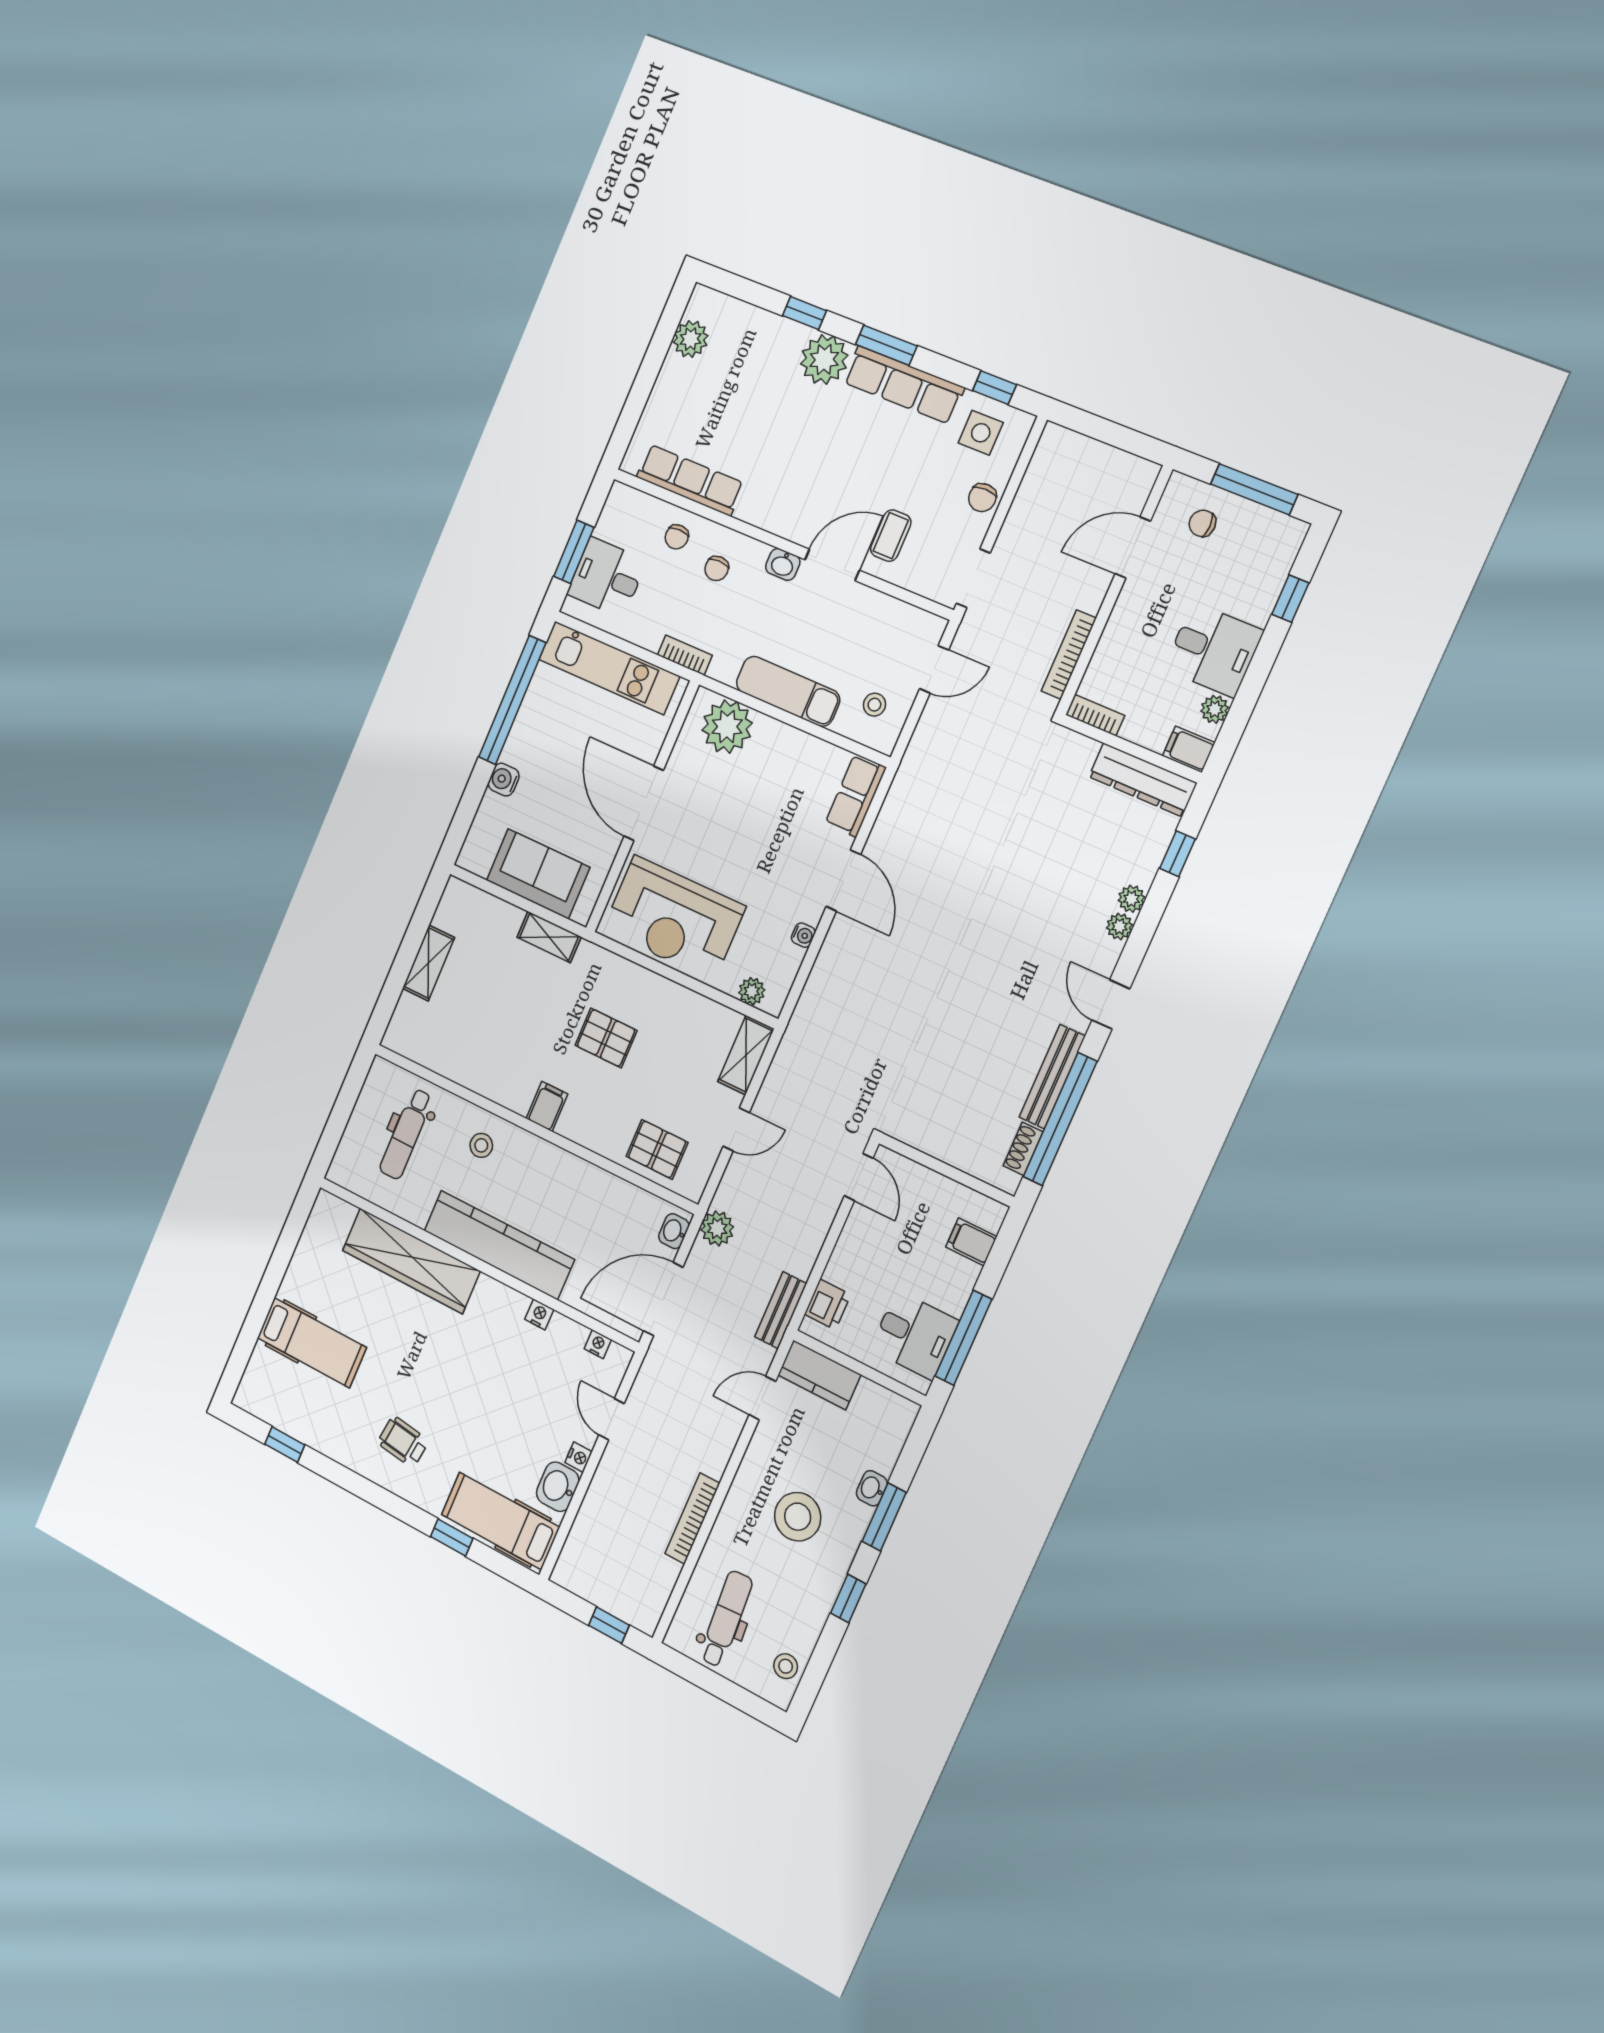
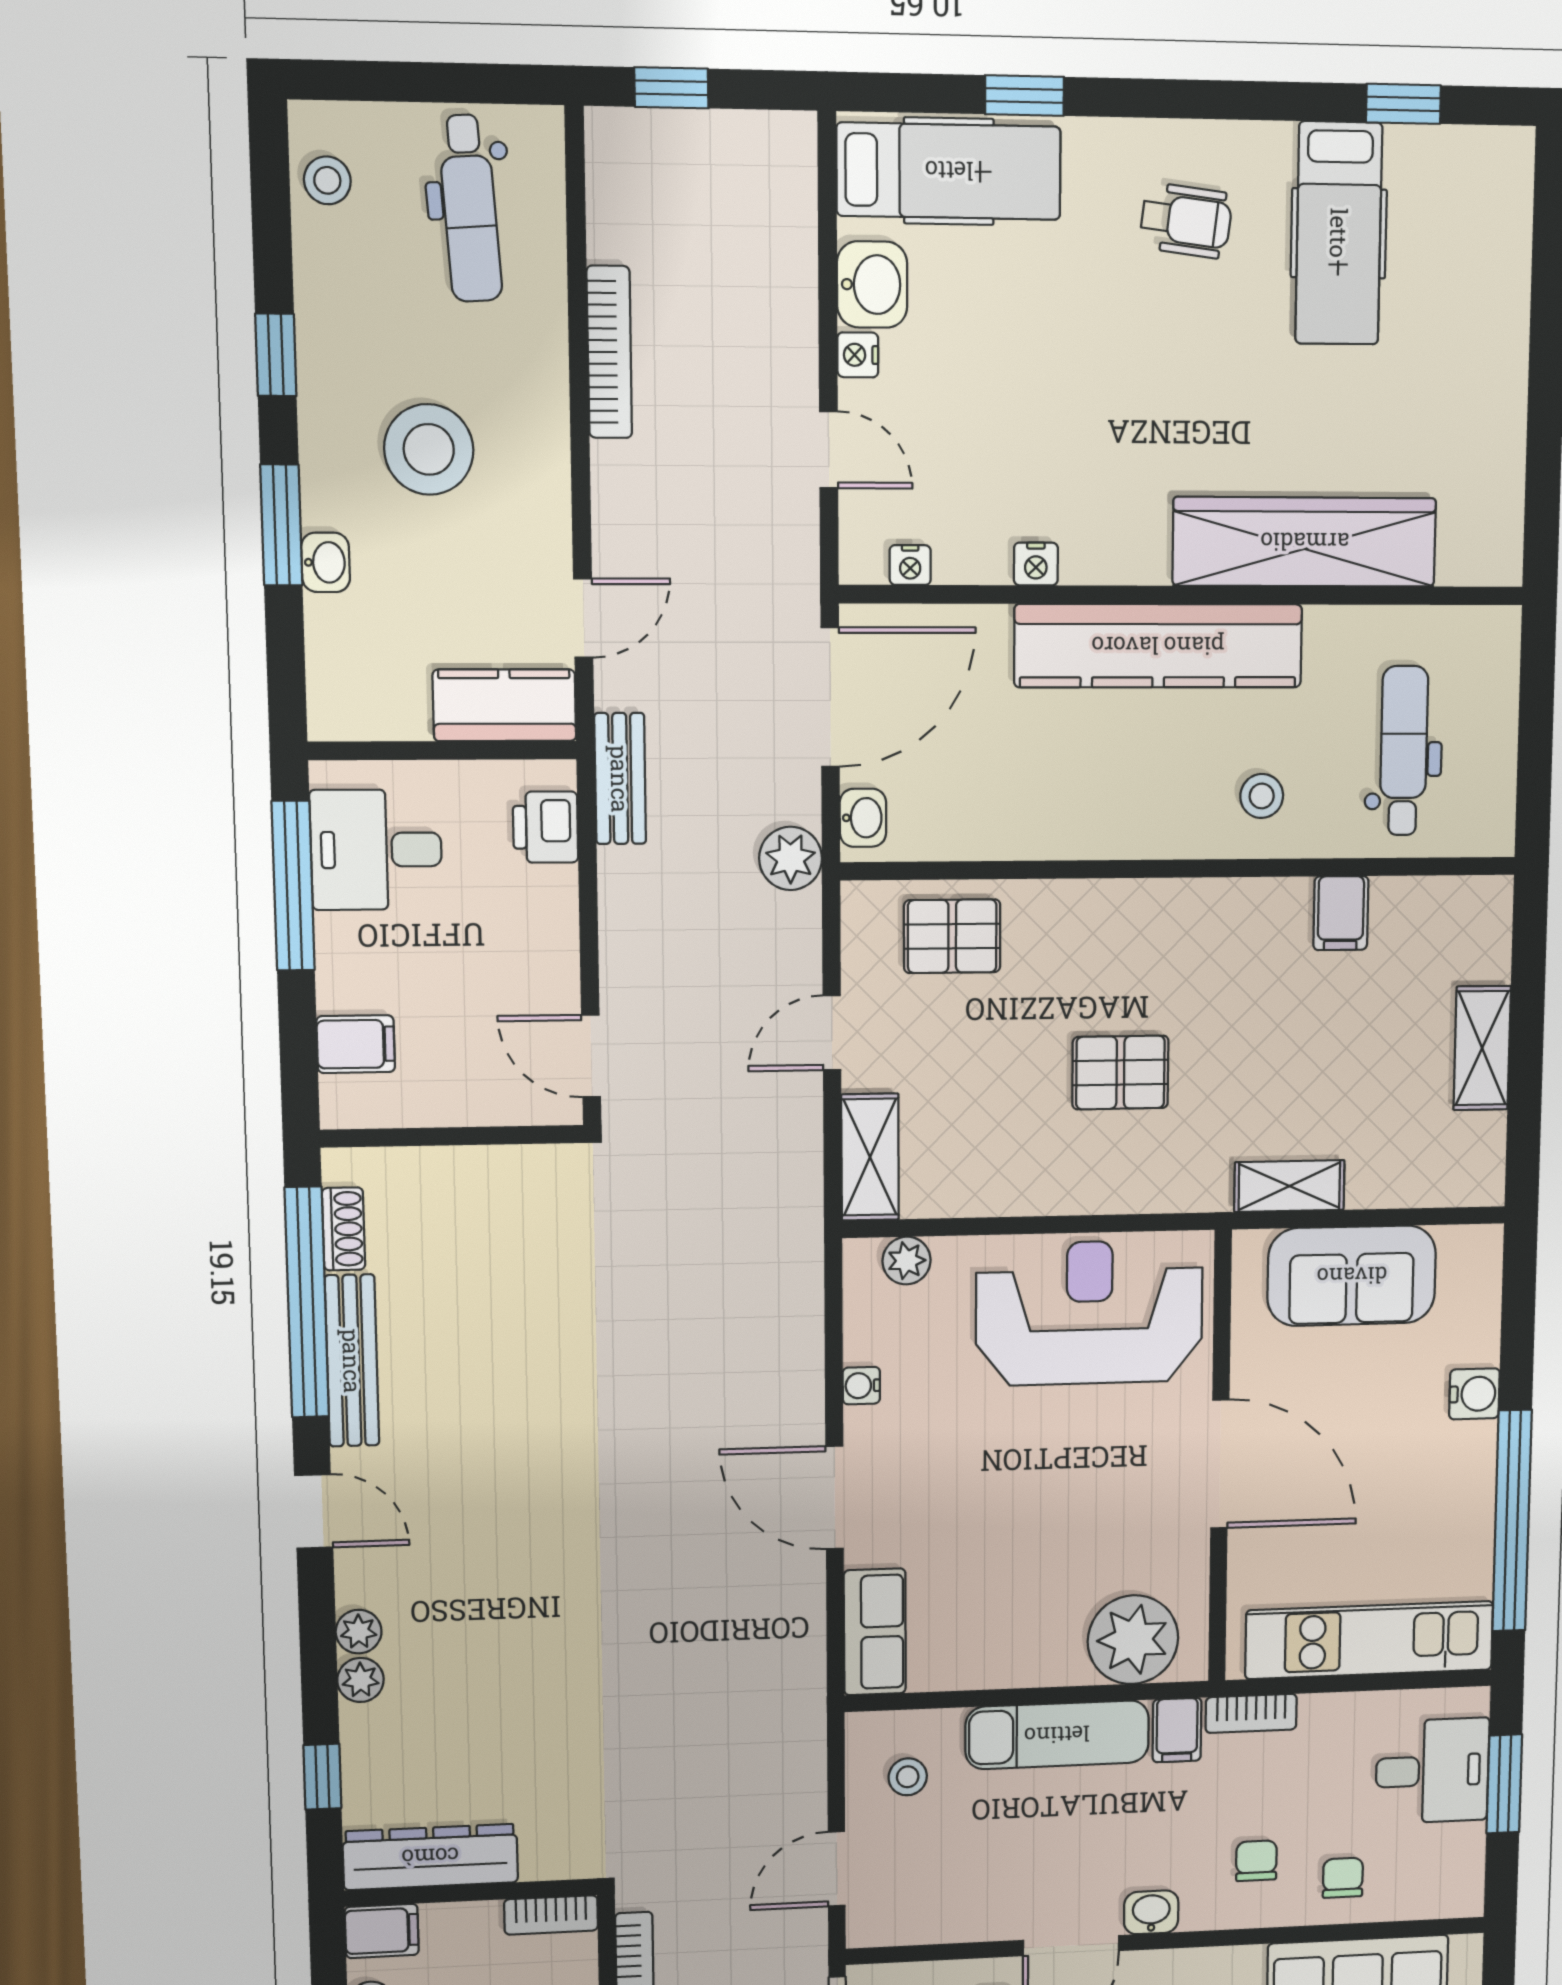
filing cabinet: (726, 664) -> (1177, 1730), added
filing cabinet: (547, 1106) -> (1341, 913), moved
hospital bed: (312, 1343) -> (1339, 233), moved, turned -90

